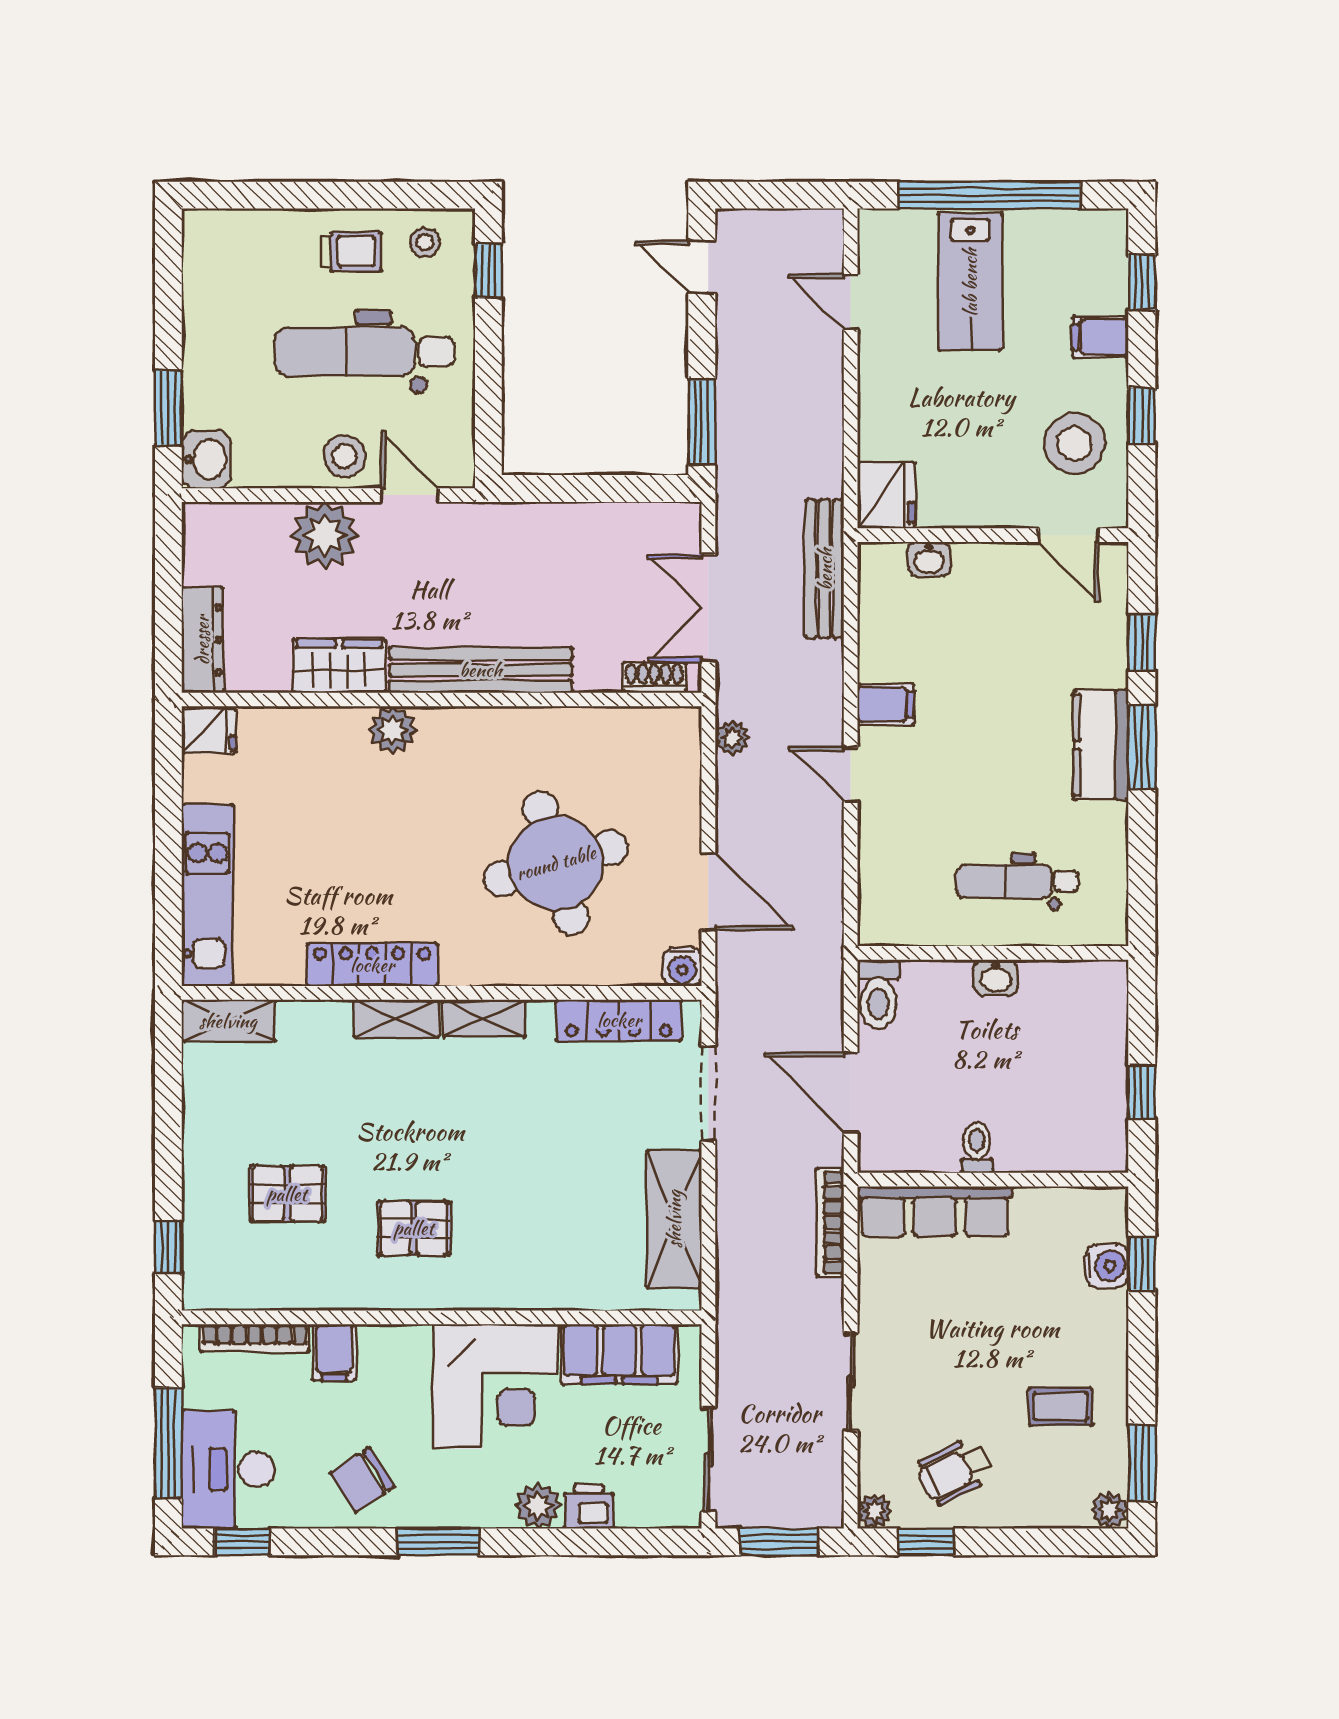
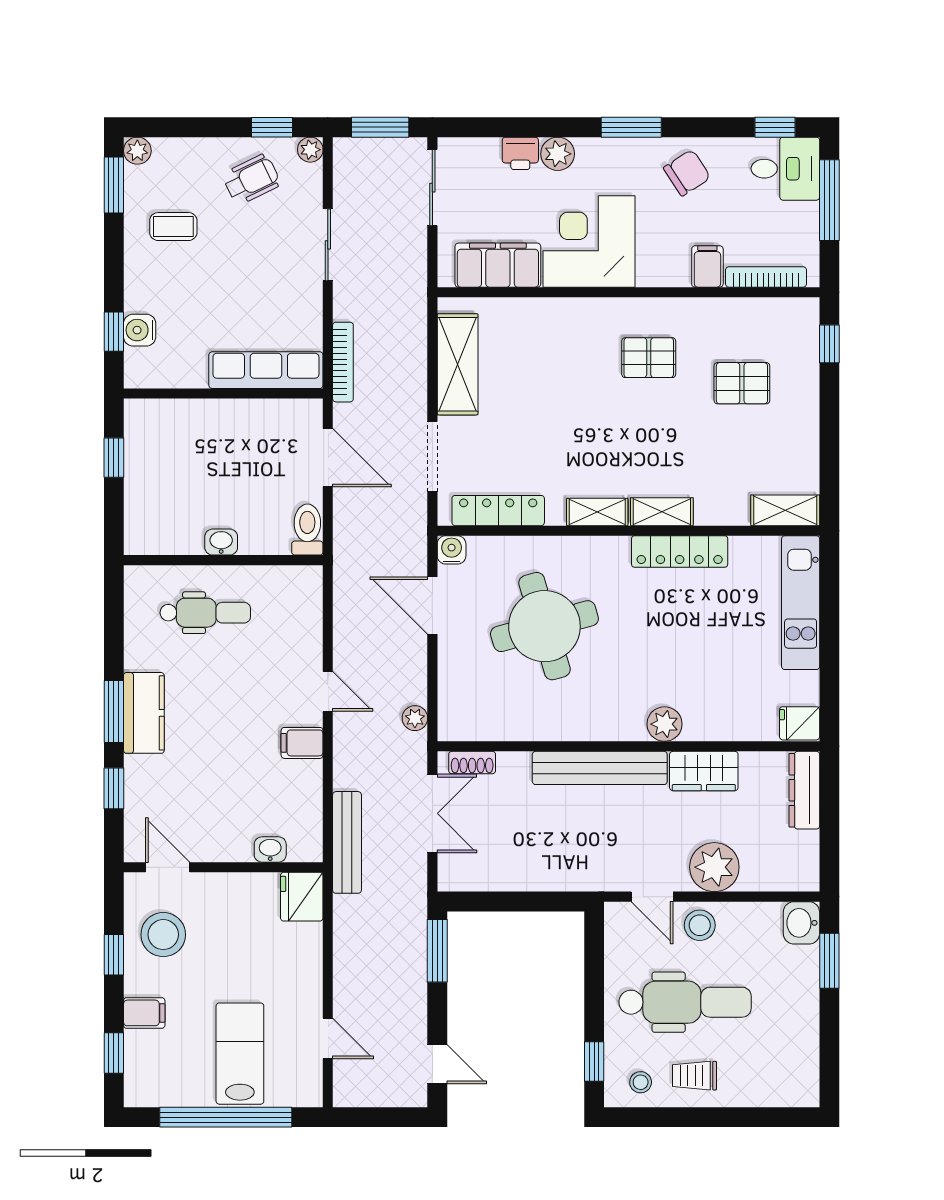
toilet: (977, 1148) -> (235, 417), removed
desk: (228, 1469) -> (785, 169), width x0.73

